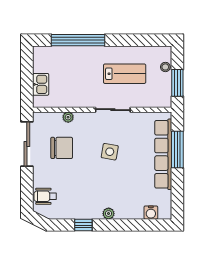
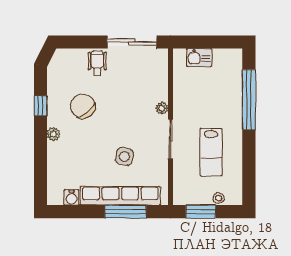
plant: (68, 117) -> (162, 108), moved
chair: (62, 148) -> (83, 106), moved, turned 142
side table: (110, 152) -> (124, 157), moved
wheelchair: (45, 196) -> (97, 63), moved
water cooler: (151, 213) -> (72, 198), moved, turned -90

